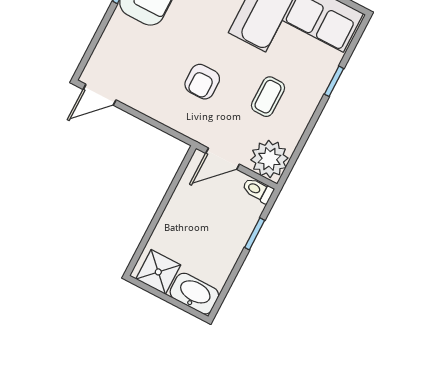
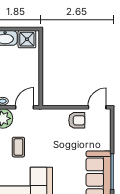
armchair: (202, 82) -> (77, 120), moved, turned 90

